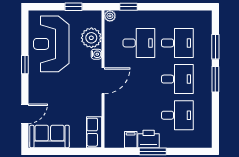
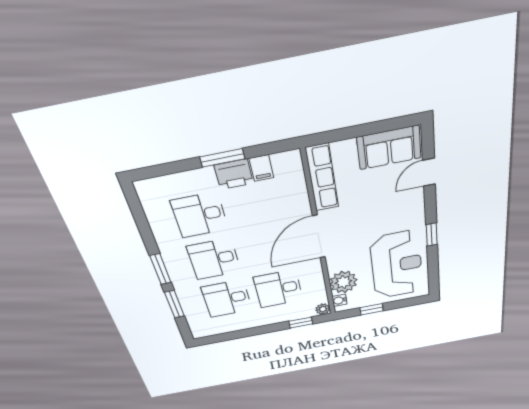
water cooler: (96, 54) -> (339, 300), moved
door: (103, 81) -> (319, 237), width x1.36
row of seats: (94, 132) -> (322, 178), width x1.48

